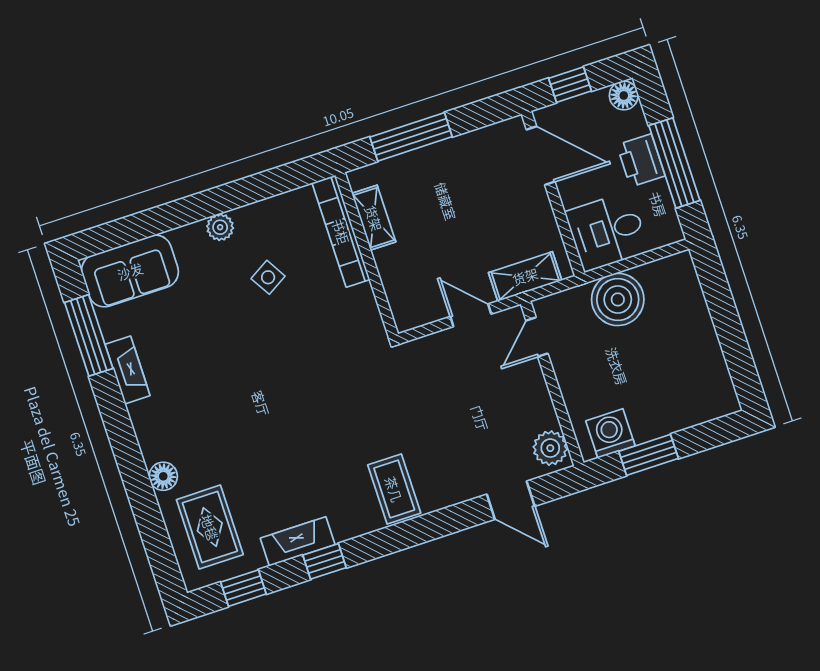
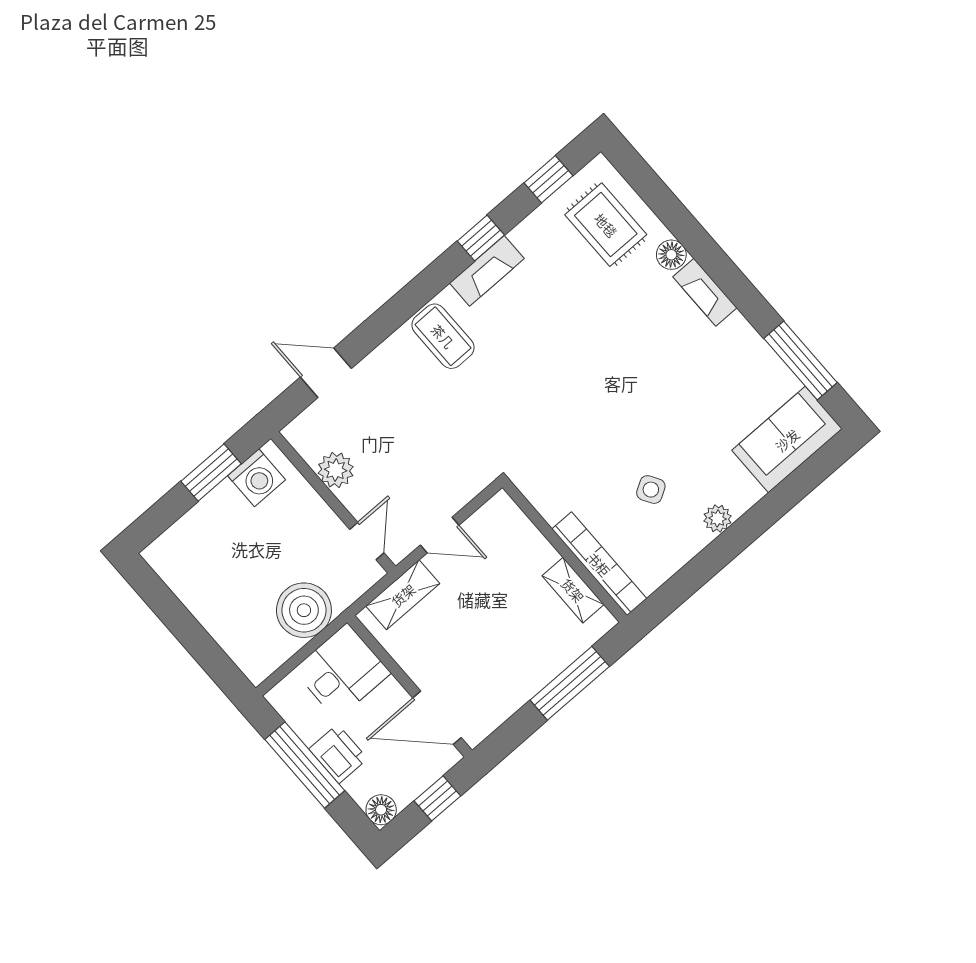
fireplace: (128, 370) -> (705, 292), moved
plant: (550, 448) -> (336, 470), moved
fireplace: (298, 541) -> (487, 271), moved

